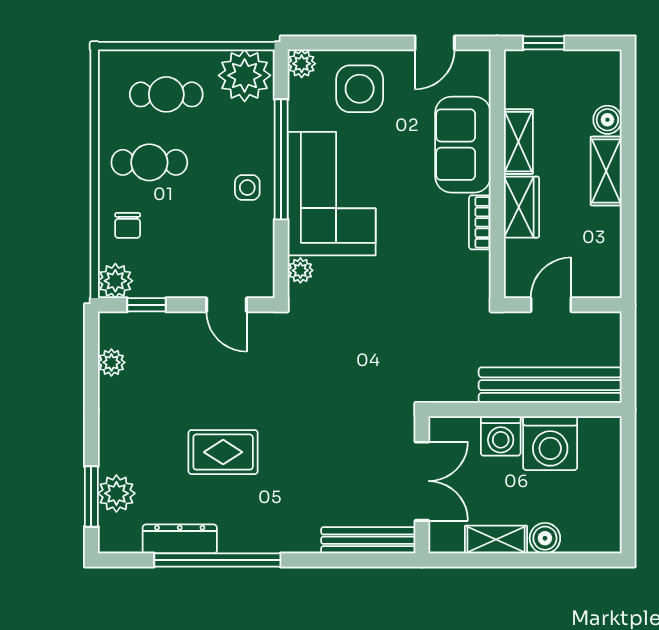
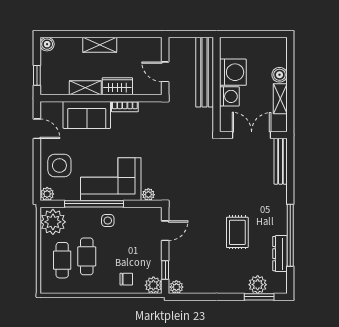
boiler: (607, 120) -> (47, 44), moved
cafe table: (149, 162) -> (87, 256), moved
plant: (111, 362) -> (176, 287), moved

